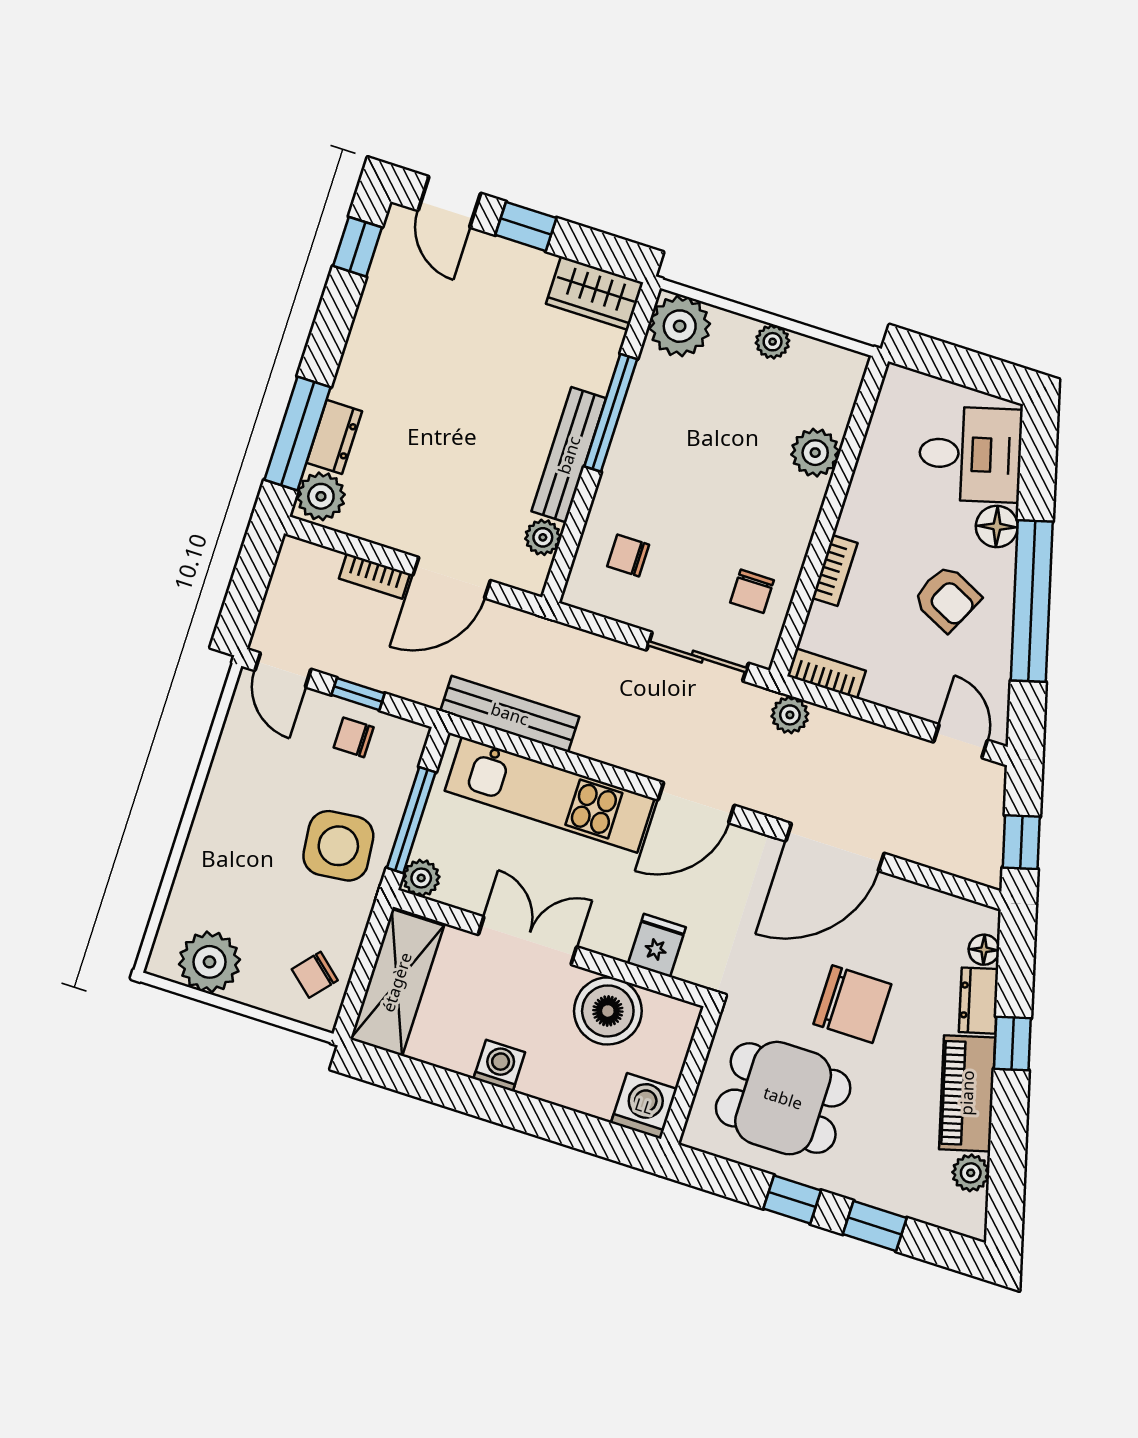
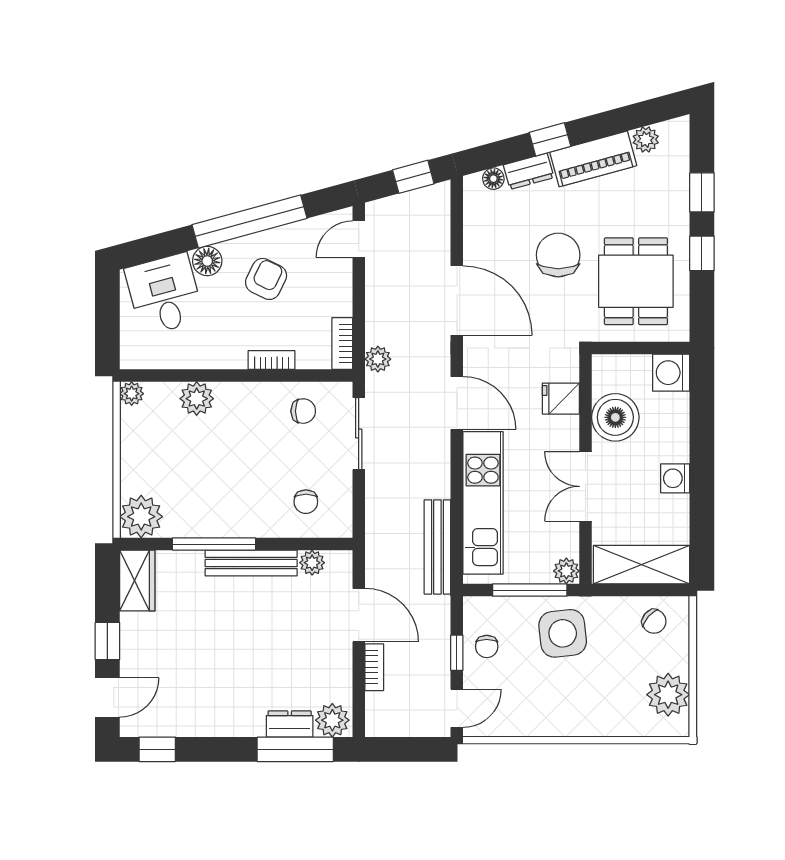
plant: (773, 342) -> (132, 394), moved

